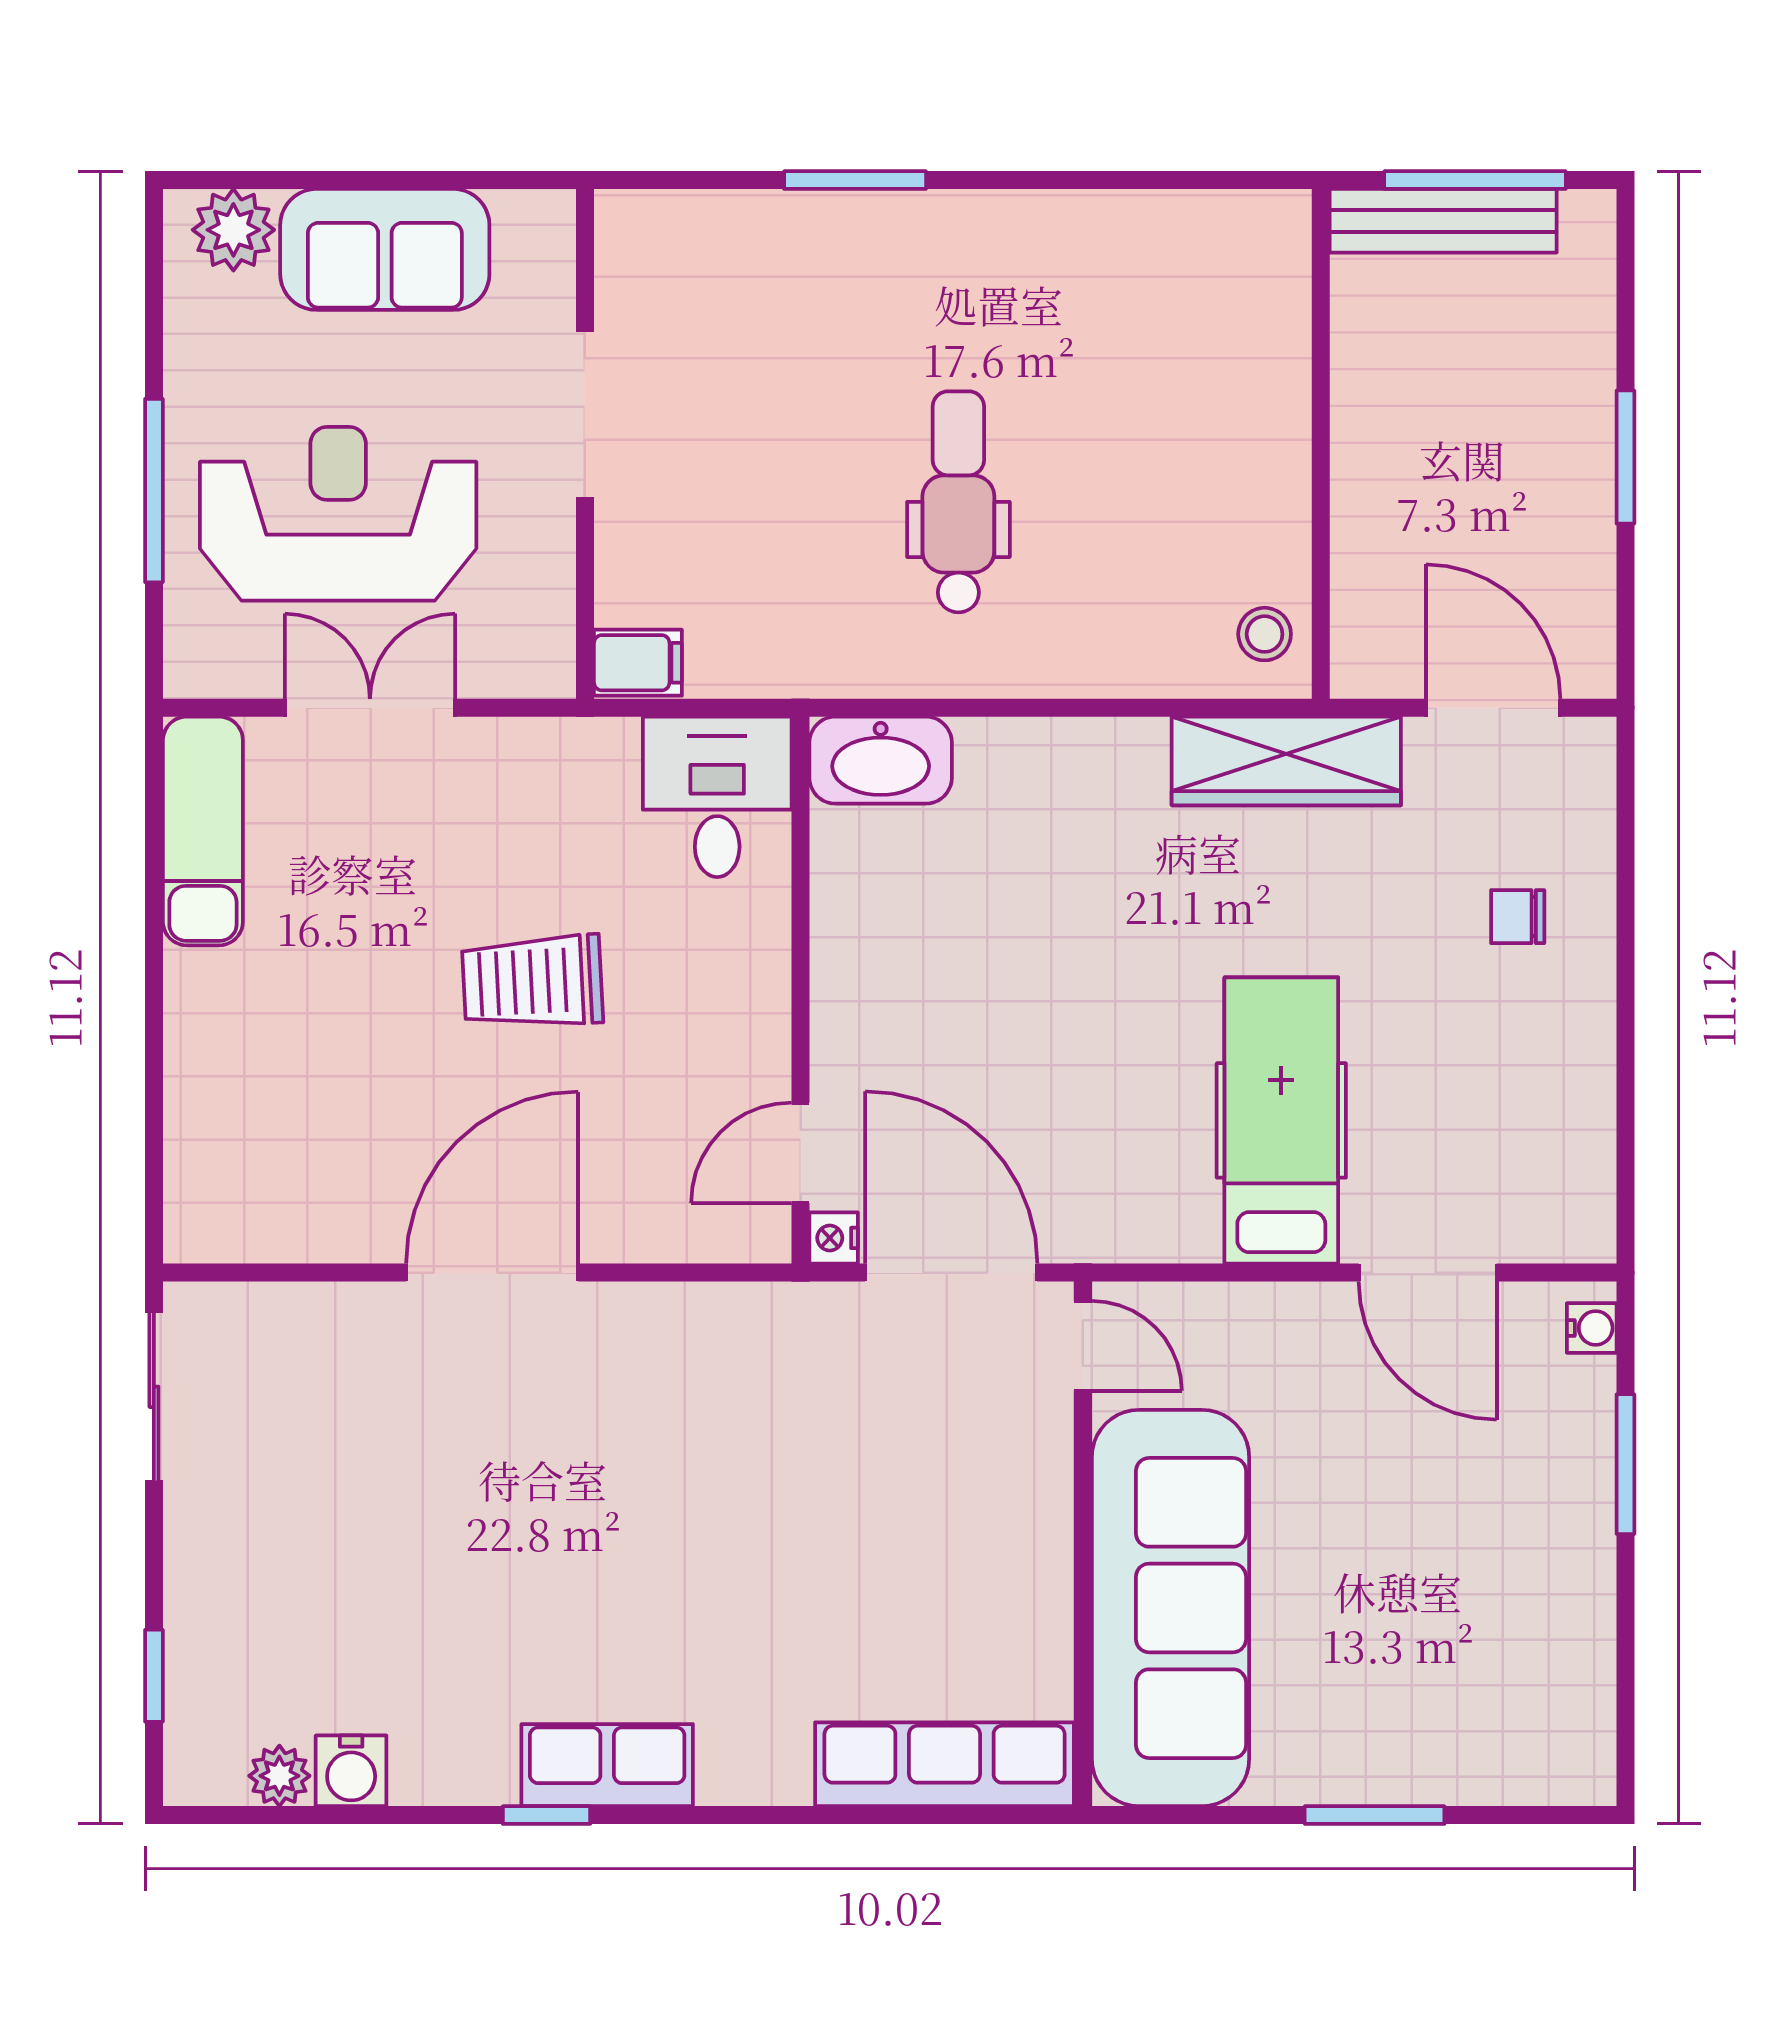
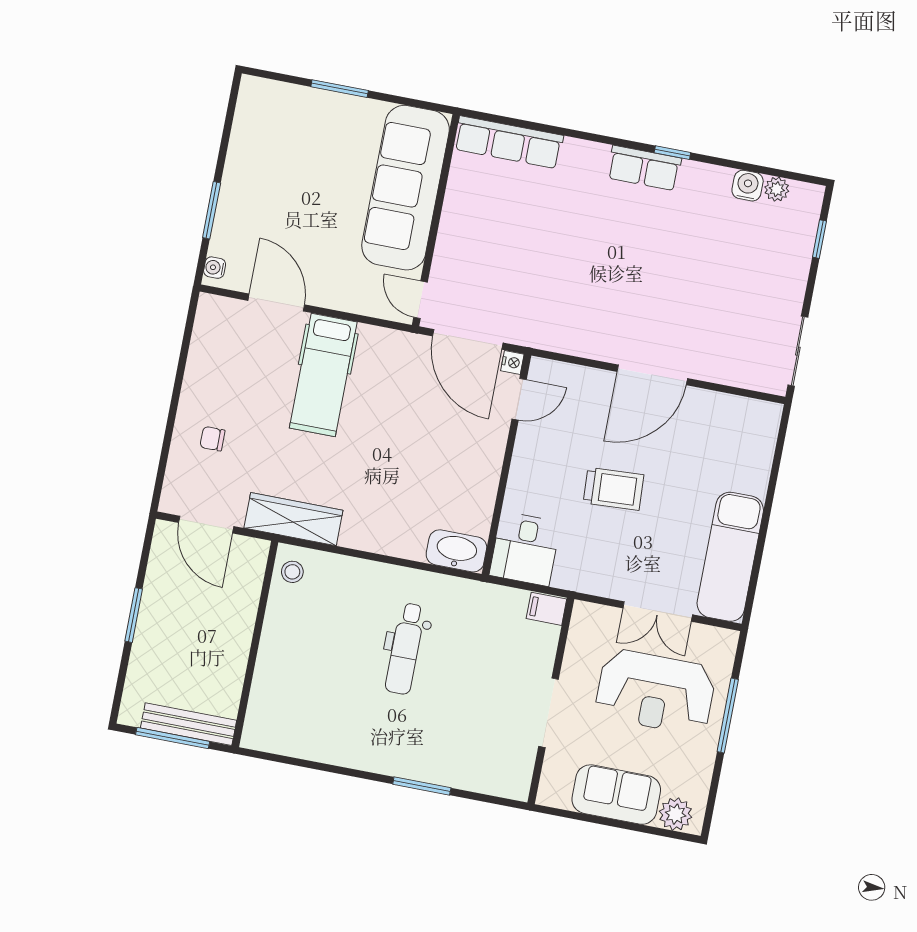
exam couch: (203, 831) -> (730, 557), width x1.36, depth x1.45
chair: (1518, 917) -> (212, 439), turned 180

